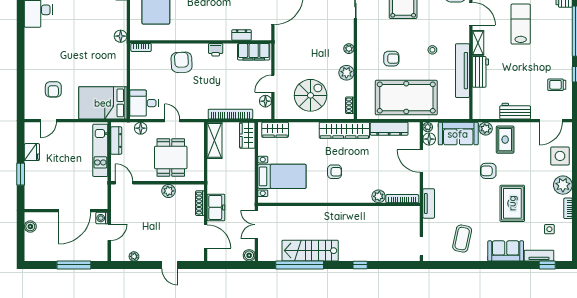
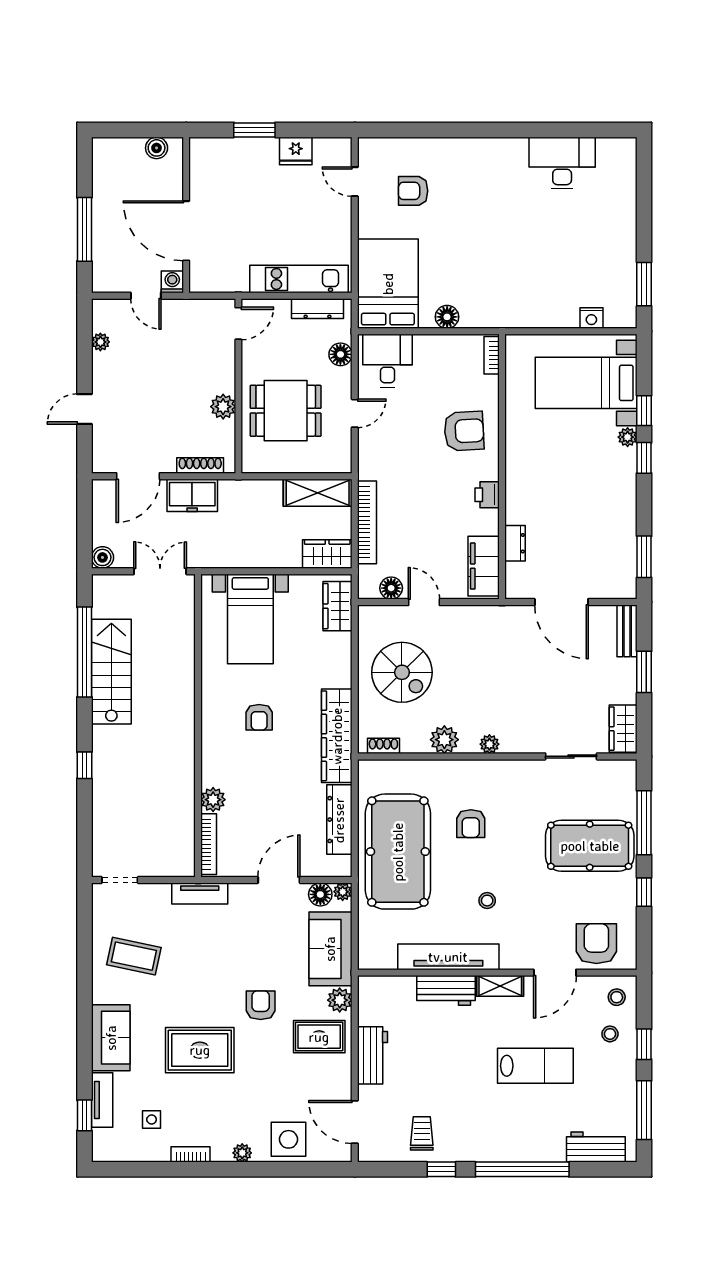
floor lamp: (121, 36) -> (447, 317), moved
plant: (563, 185) -> (242, 1153), width x0.53, depth x0.53

